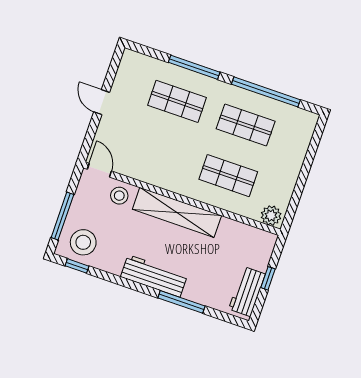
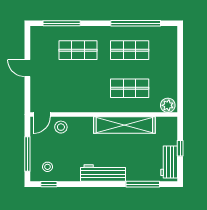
window: (194, 67) -> (62, 23), moved
door: (99, 170) -> (42, 115), swing flipped
shelving: (177, 212) -> (124, 125), moved
stool: (83, 242) -> (47, 167), width x0.53, depth x0.53
window: (181, 302) -> (143, 184), moved

